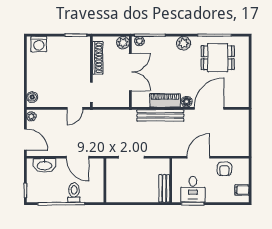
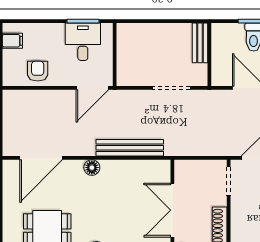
piano: (165, 100) -> (123, 169), removed
door: (209, 108) -> (41, 158), moved
door: (198, 157) -> (92, 88), moved
bench: (164, 188) -> (200, 43), moved

